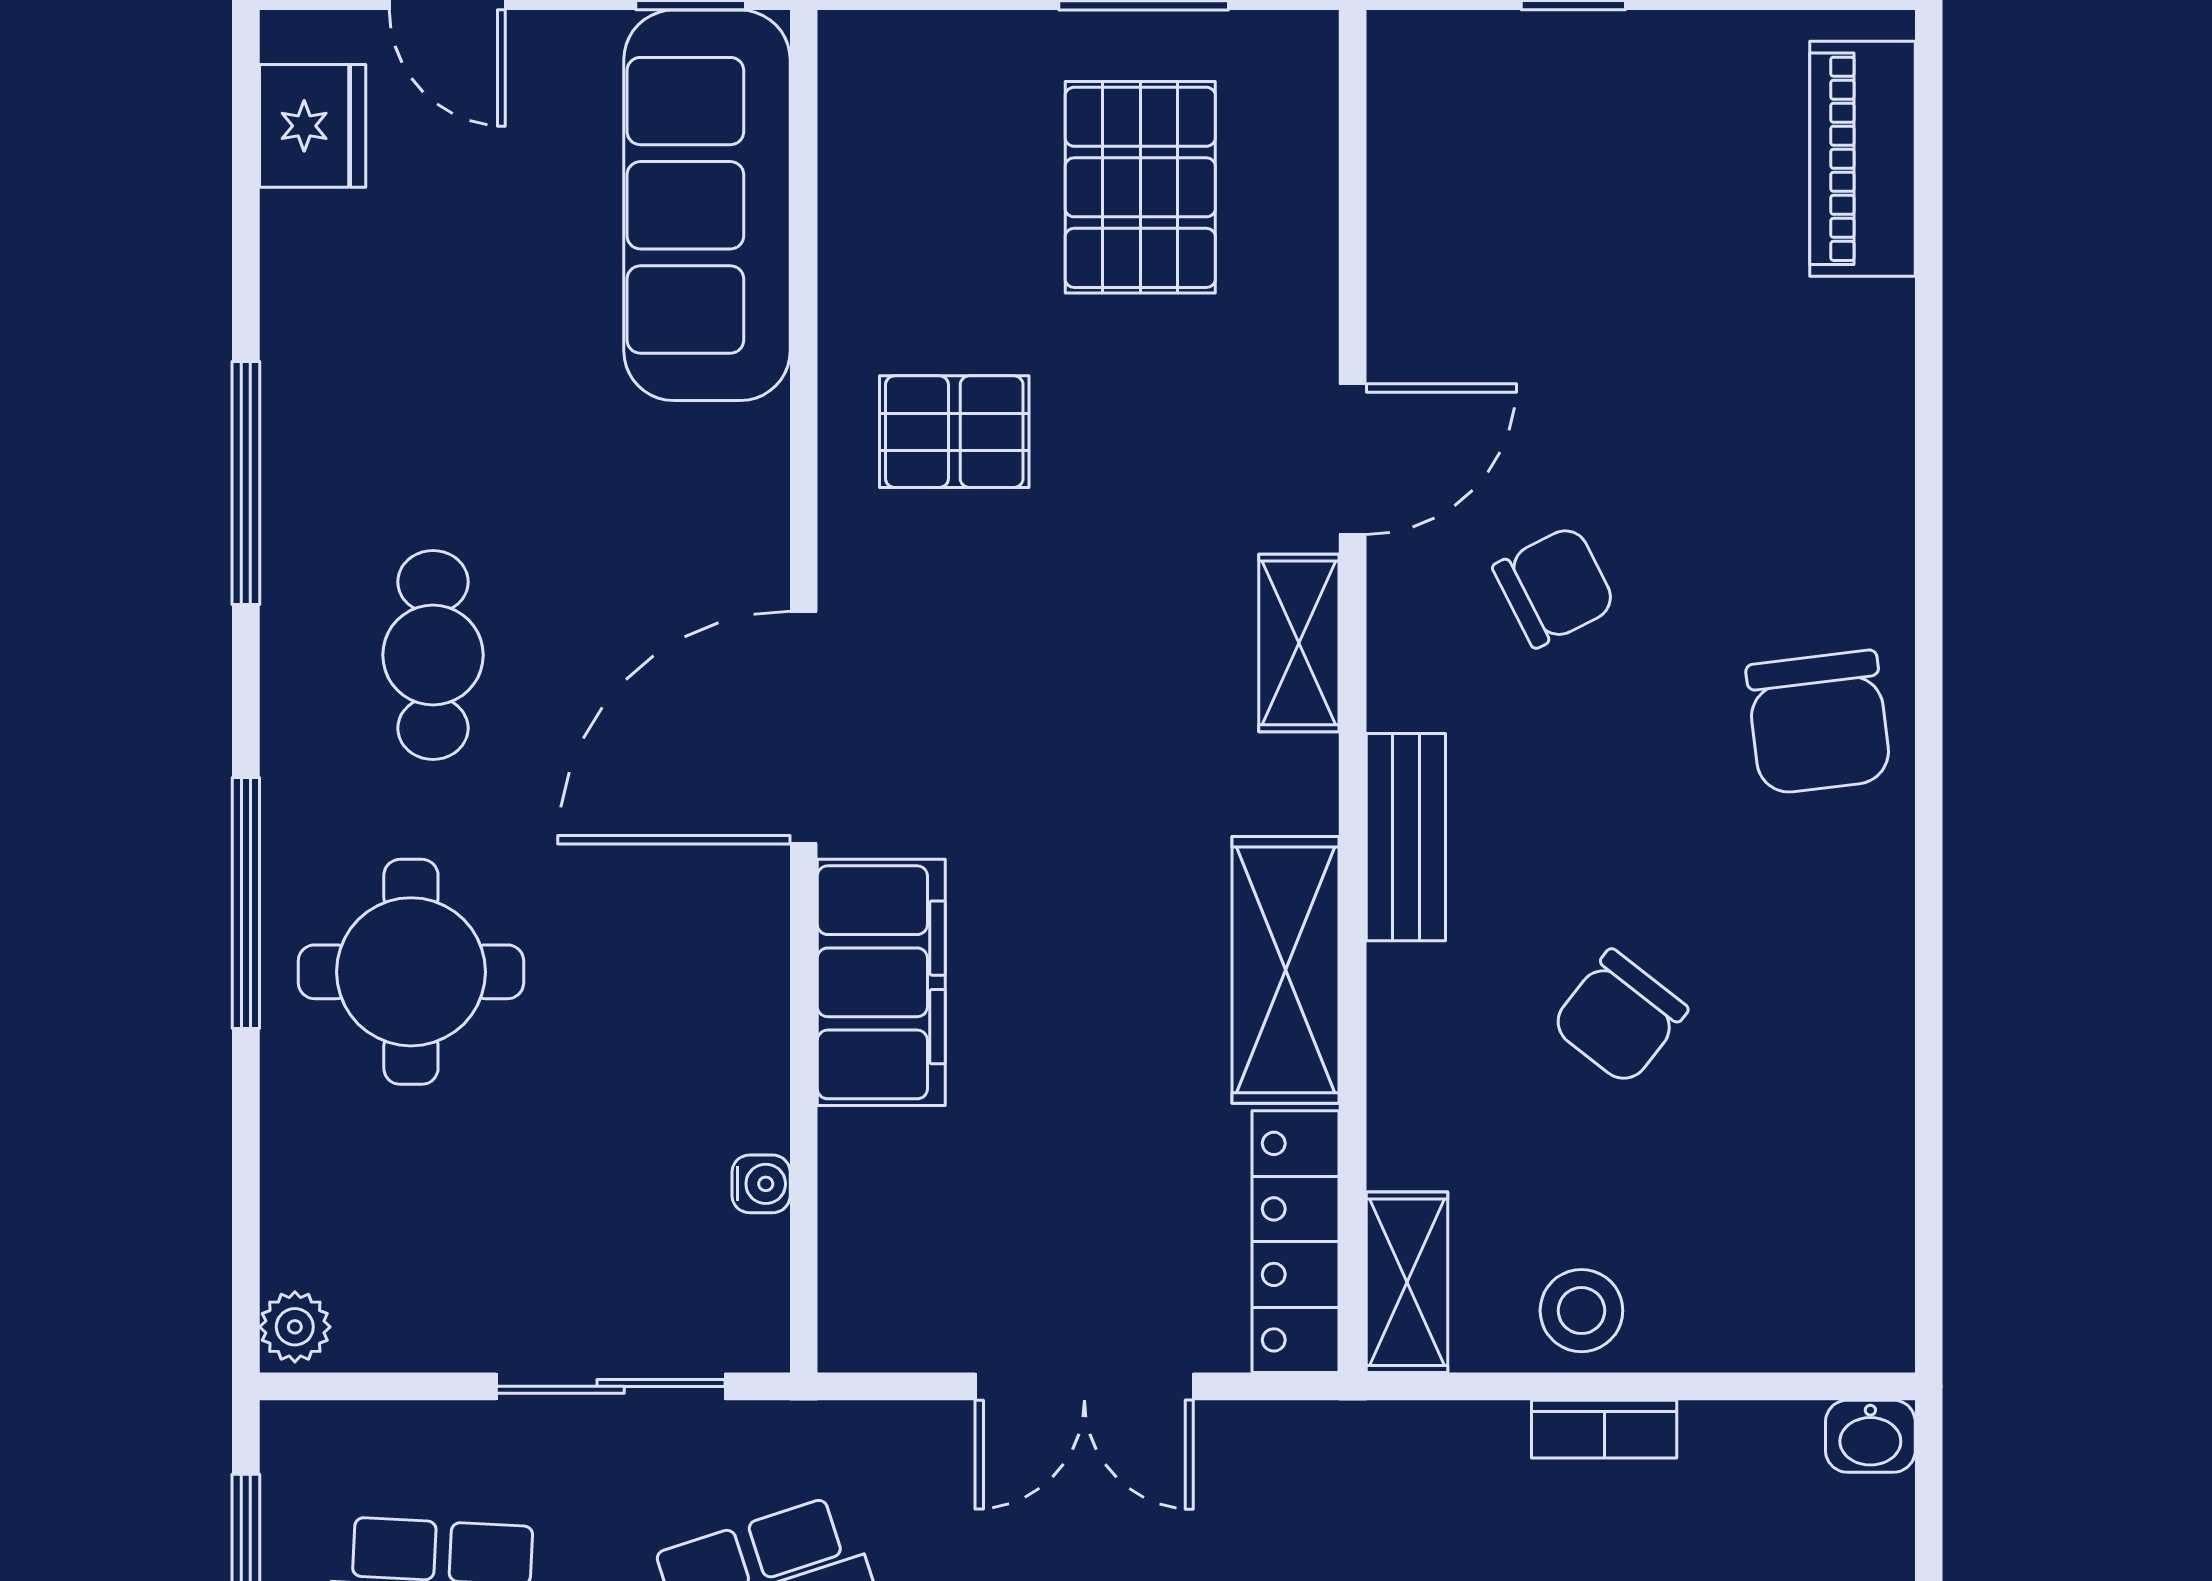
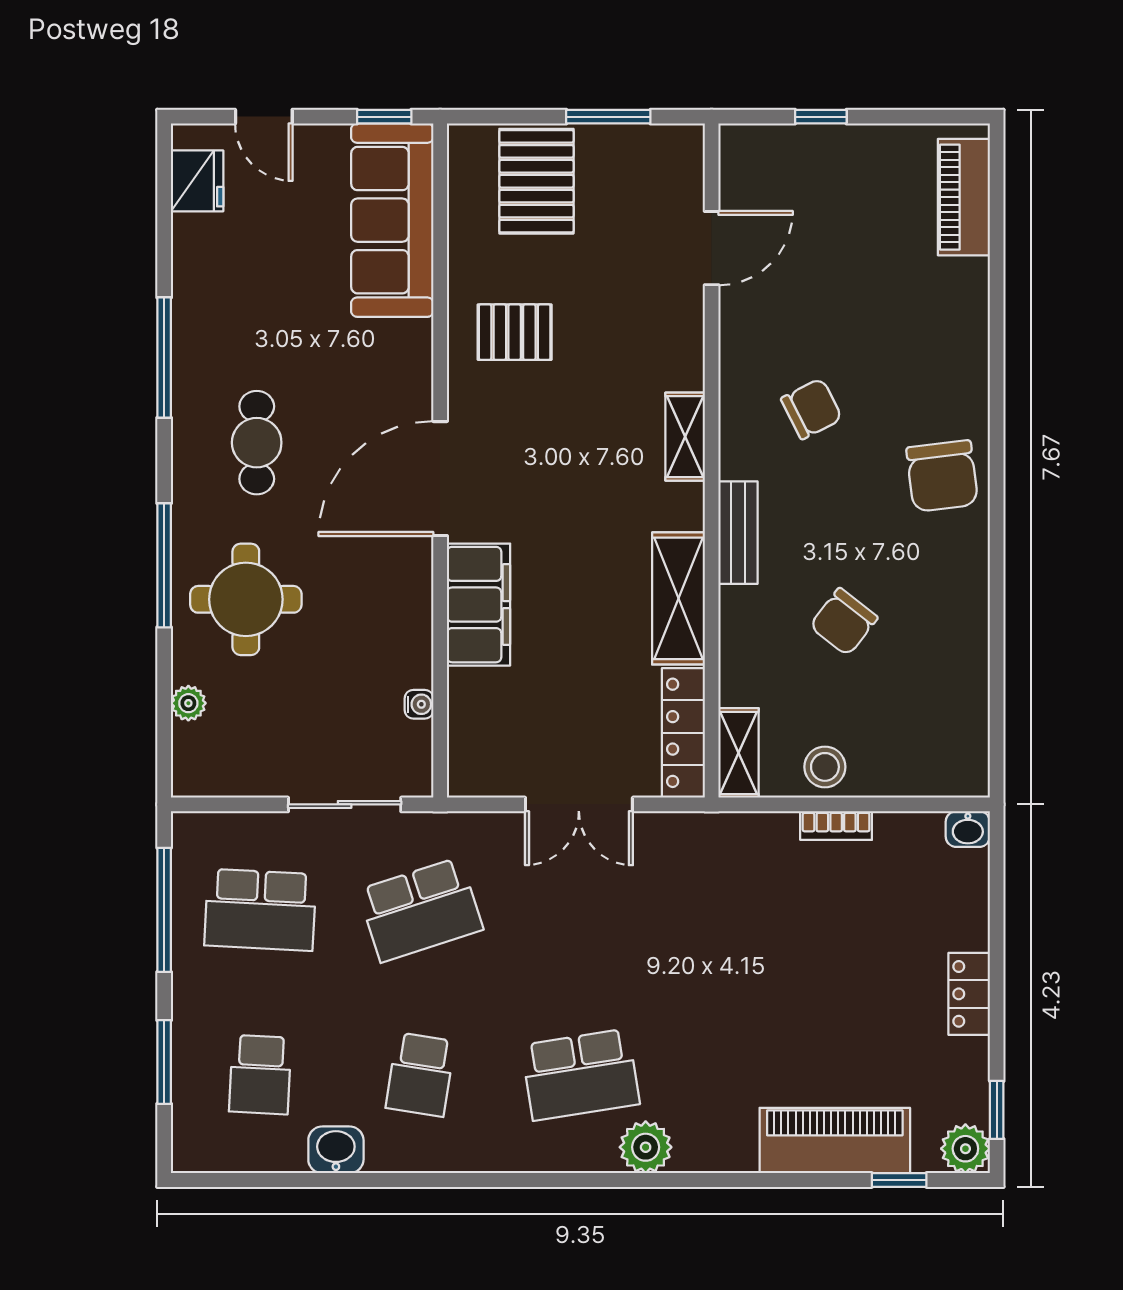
pallet: (1140, 187) -> (536, 181), moved
door: (1353, 459) -> (712, 248), moved
plant: (295, 1327) -> (188, 703), moved

